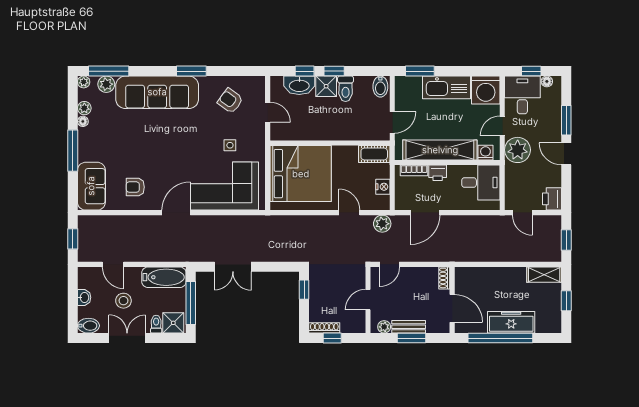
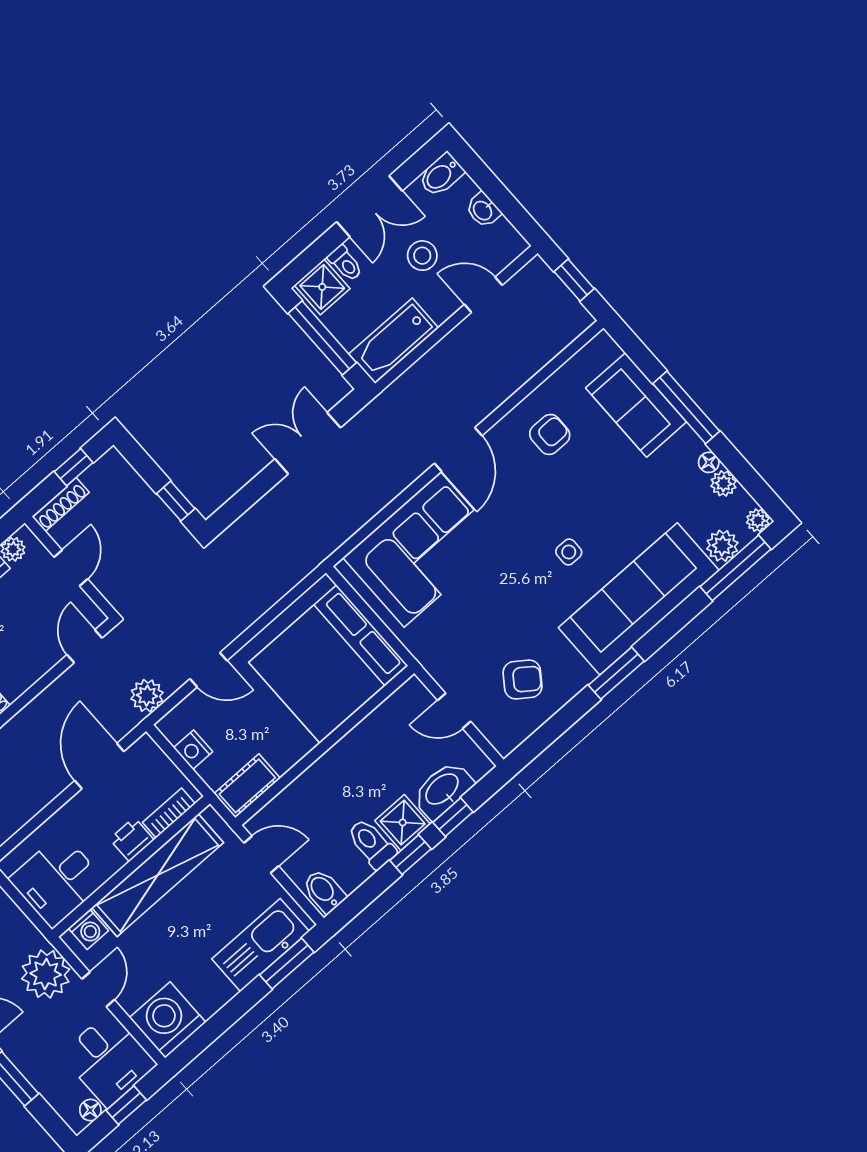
kitchen sink: (446, 87) -> (260, 945), moved
door: (392, 122) -> (261, 854), swing flipped
side table: (230, 145) -> (569, 552), moved
sofa: (91, 186) -> (636, 405), moved
shoe rack: (324, 328) -> (61, 504), moved

